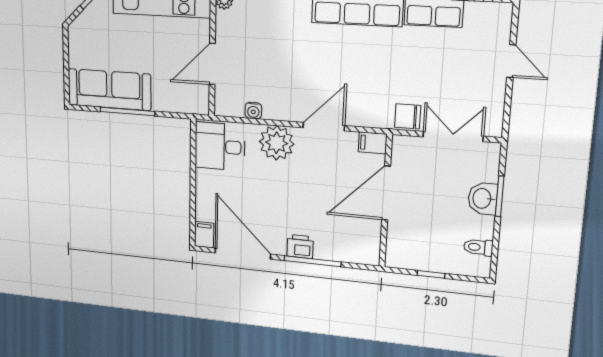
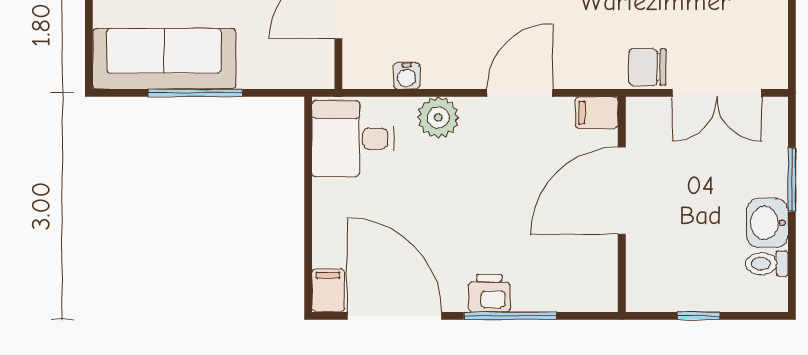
double door: (453, 136) -> (717, 93), swing flipped
plant: (277, 143) -> (438, 117), width x0.73, depth x0.73
washbasin: (483, 198) -> (767, 223), moved

